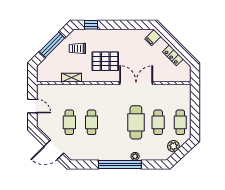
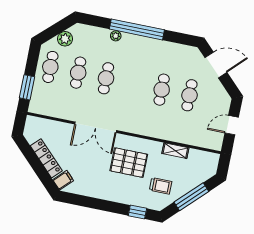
locker: (173, 55) -> (46, 158), width x1.53
window: (195, 103) -> (27, 87), added
door: (32, 106) -> (232, 125), hinge flipped
cafe table: (136, 122) -> (106, 78), width x0.73, depth x0.74

